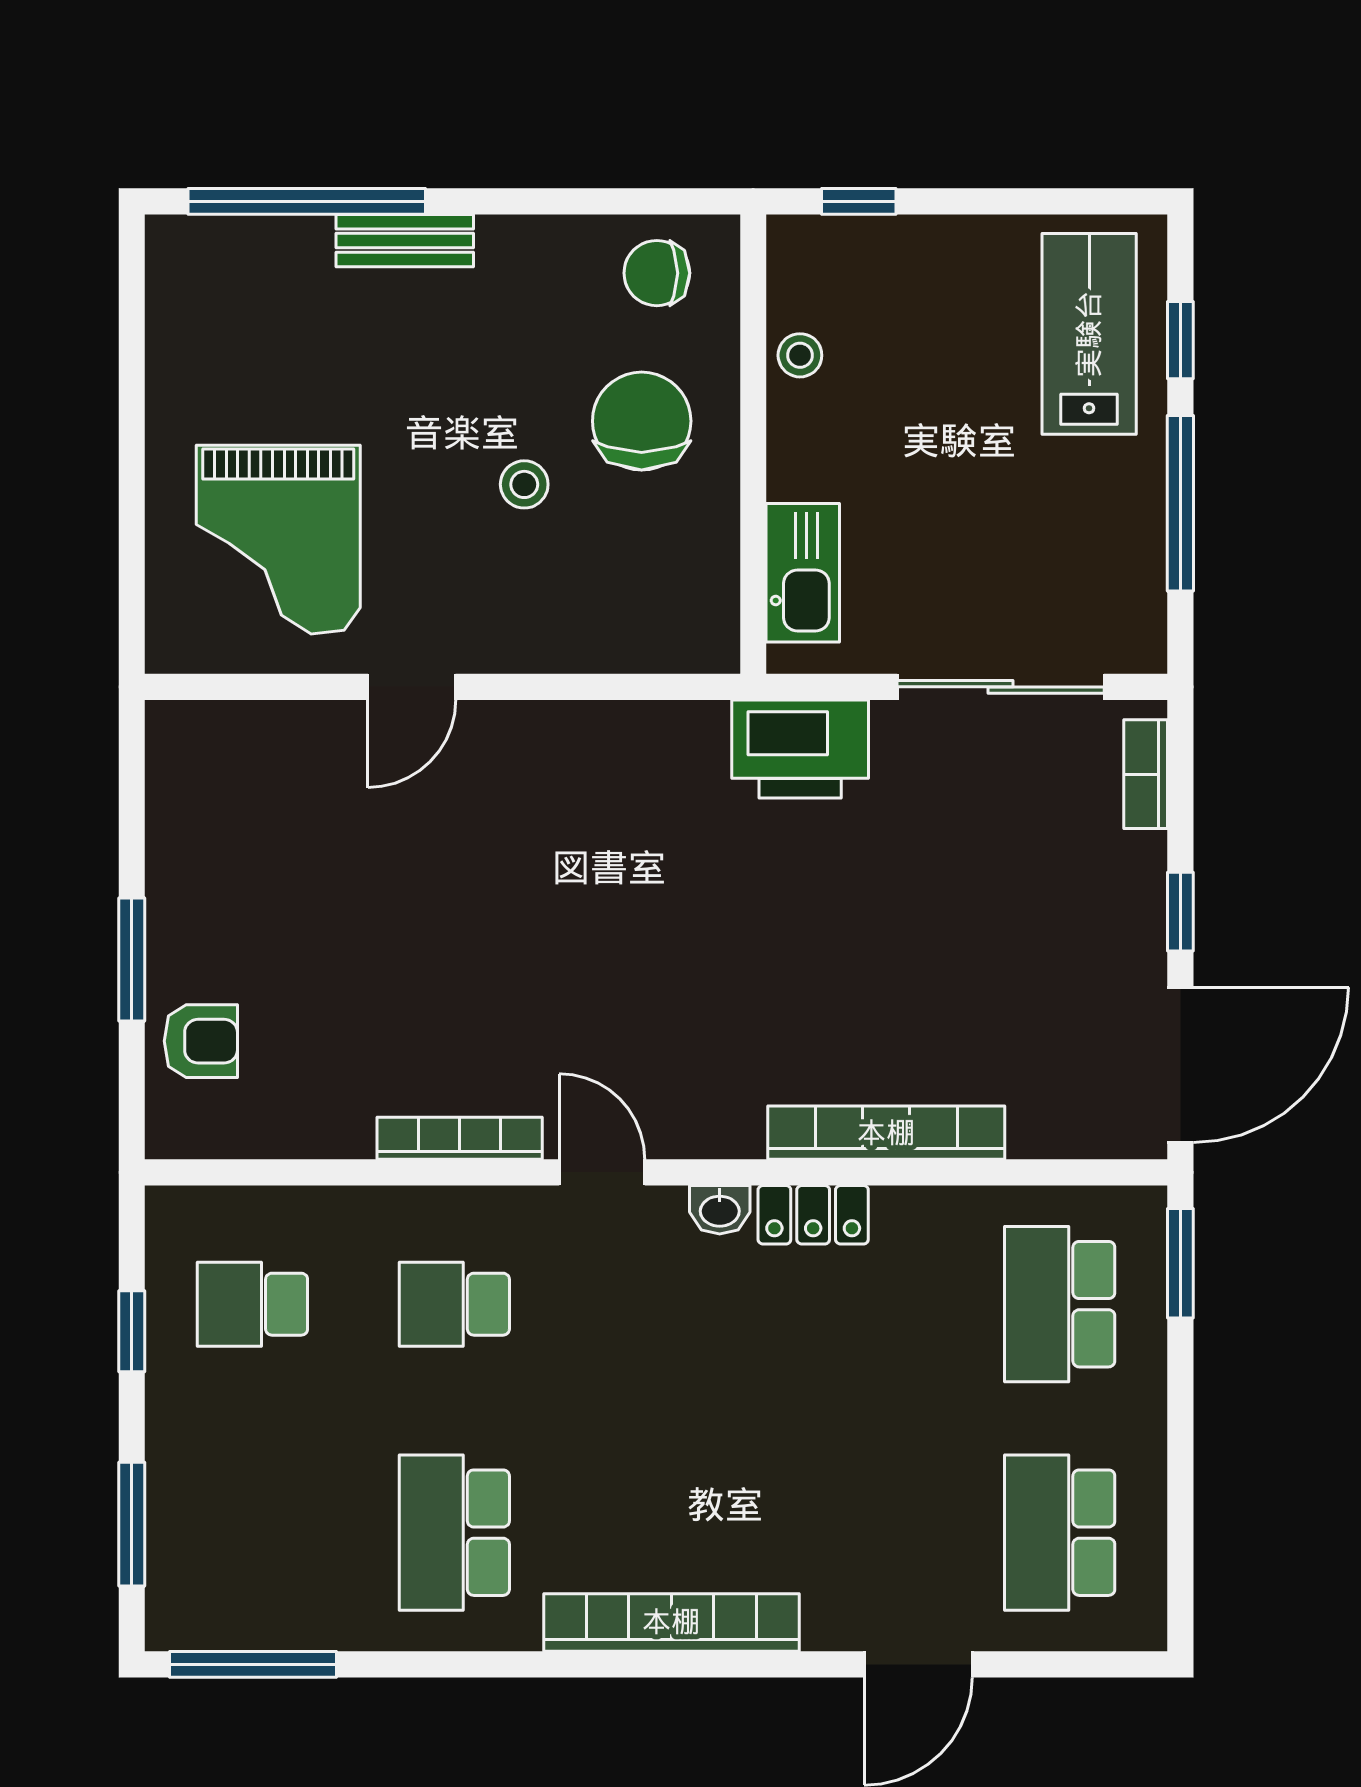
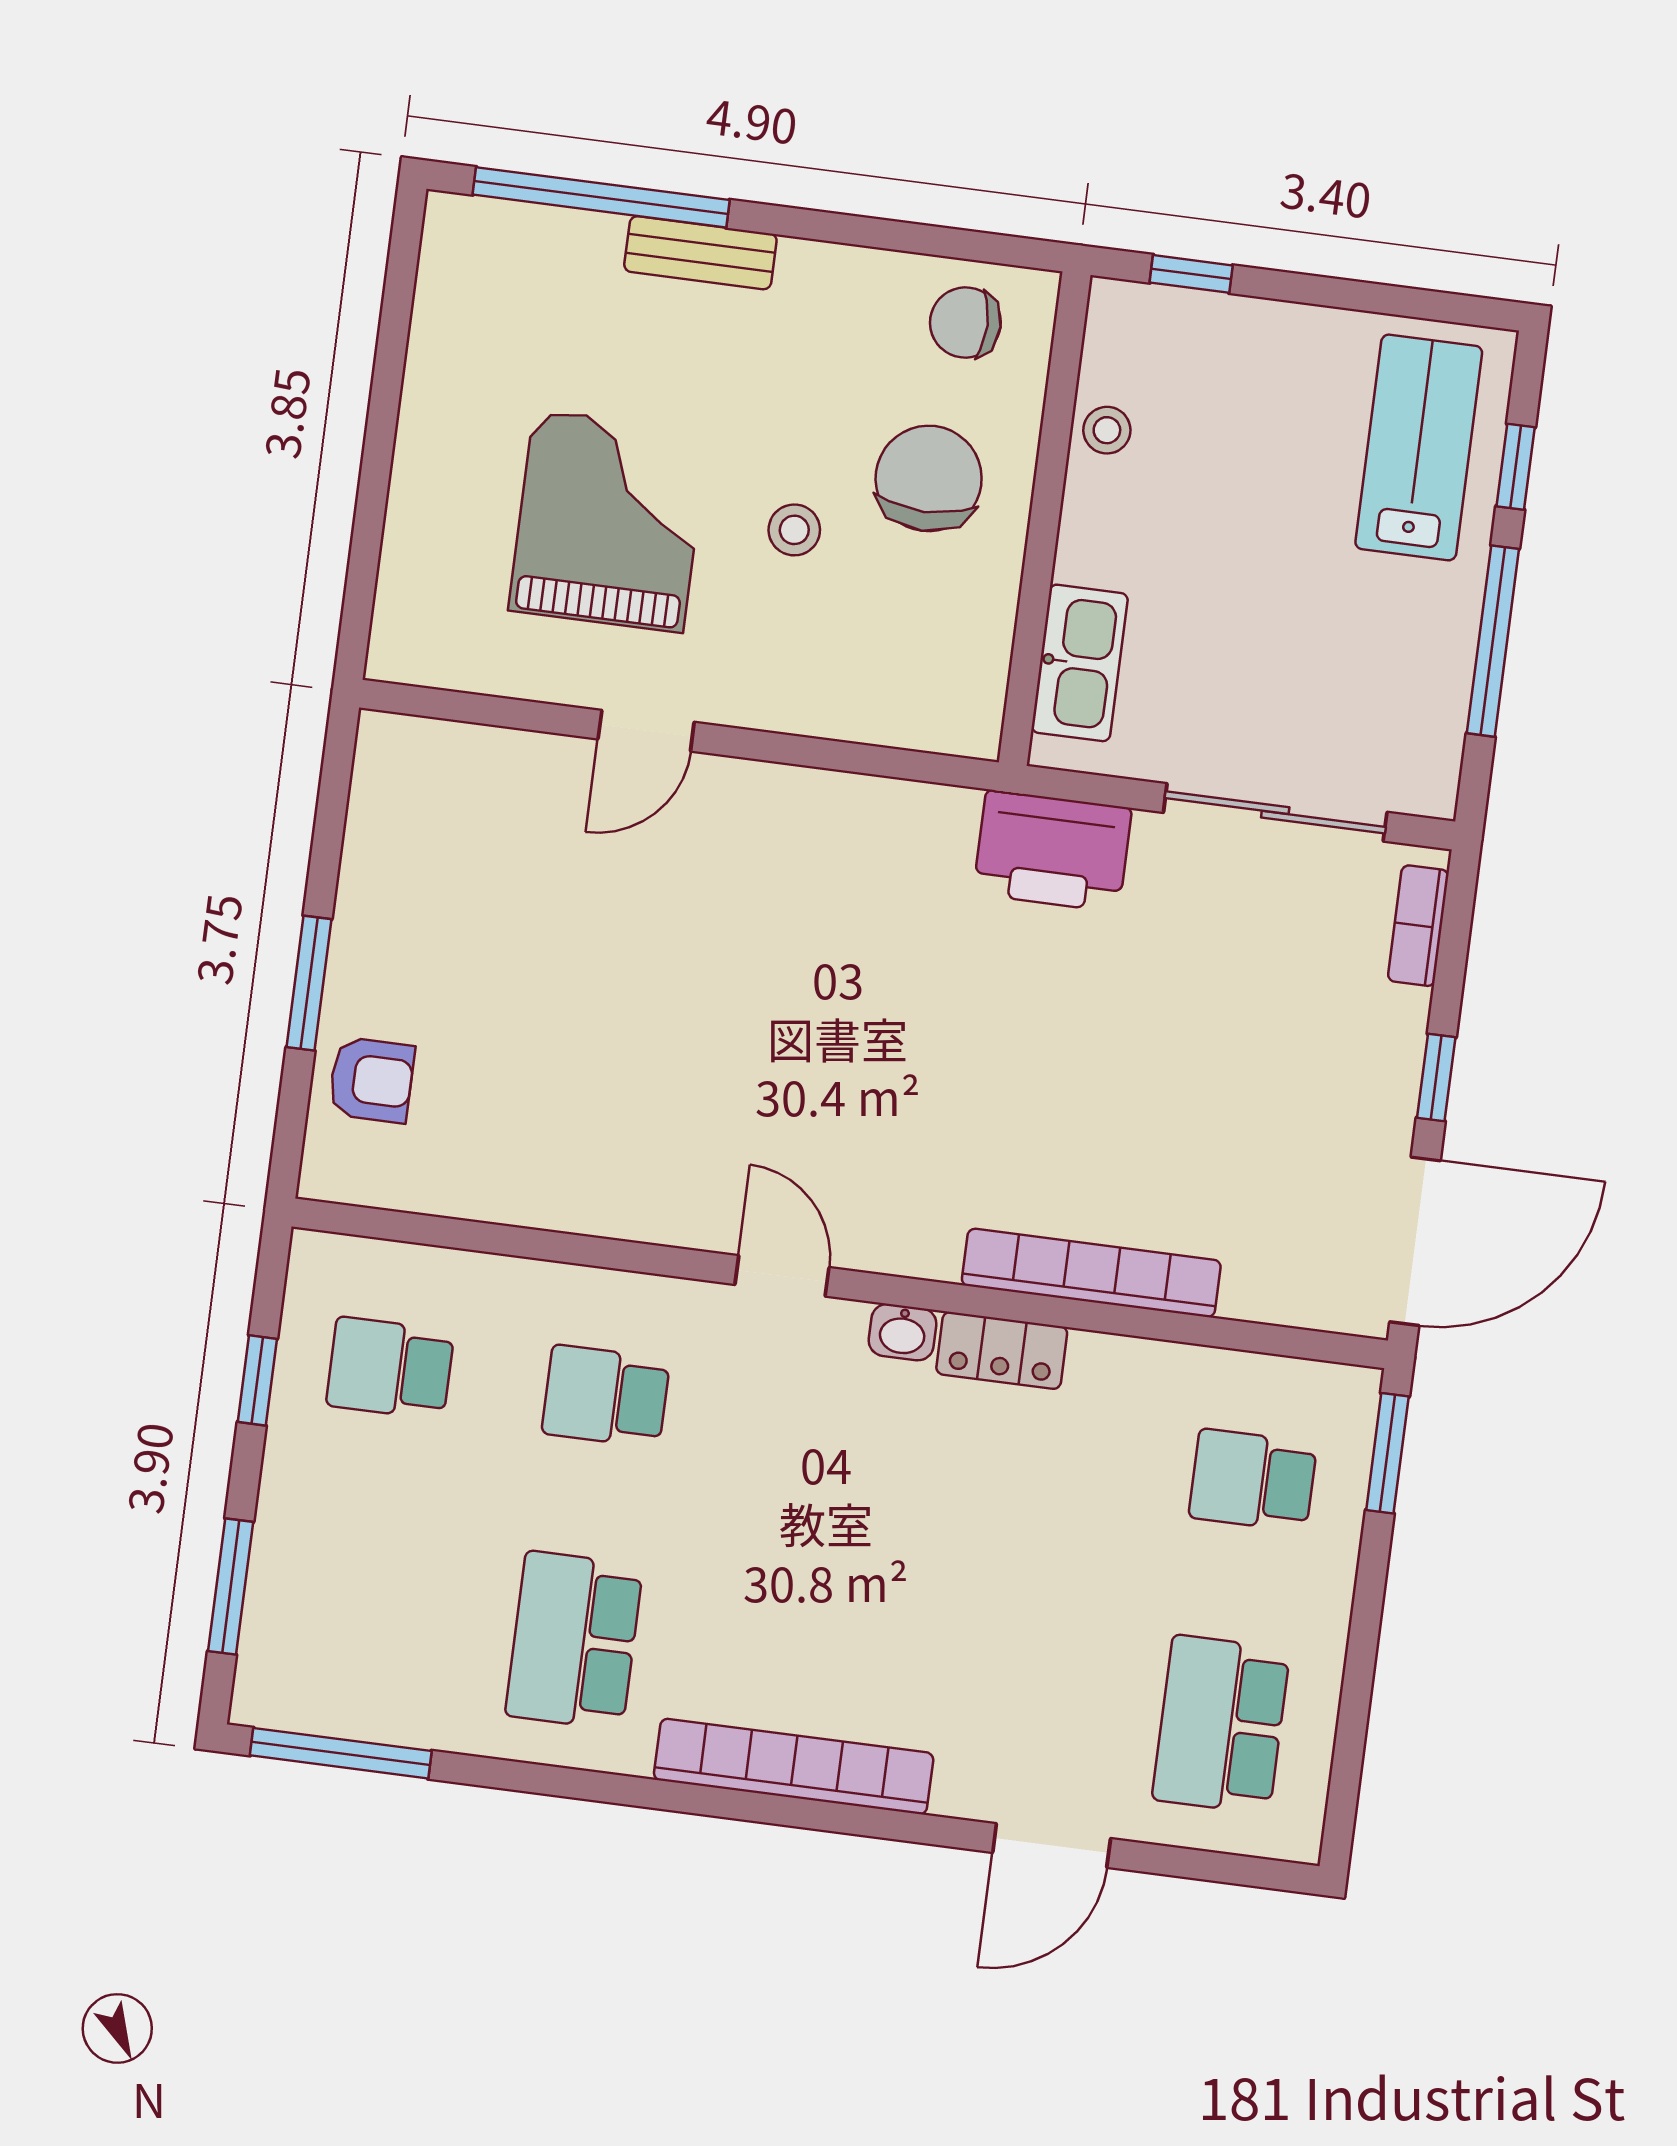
grand piano: (278, 540) -> (608, 521), moved, turned 180
bookcase: (460, 1138) -> (634, 1220), removed
school desk: (1060, 1304) -> (1253, 1480), width x0.54

